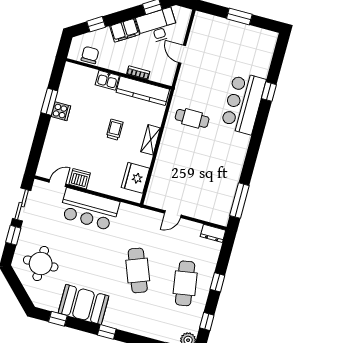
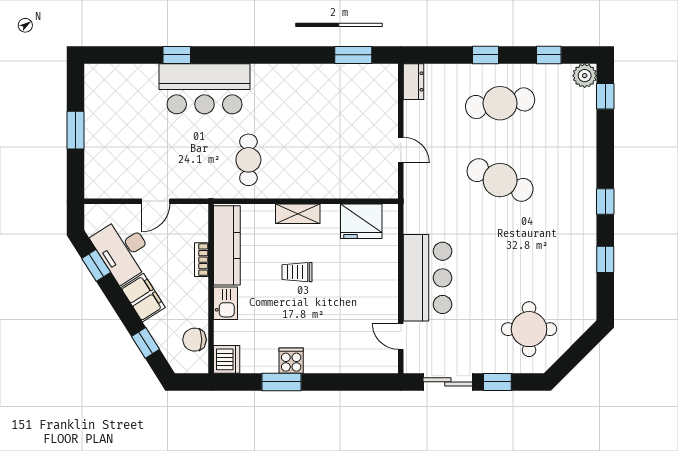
dishwasher: (80, 179) -> (227, 359), moved, turned 180
window: (239, 201) -> (353, 55), width x0.69
cafe table: (138, 270) -> (500, 180), turned 45
booth: (83, 304) -> (573, 248), removed
window: (58, 319) -> (605, 259), moved

